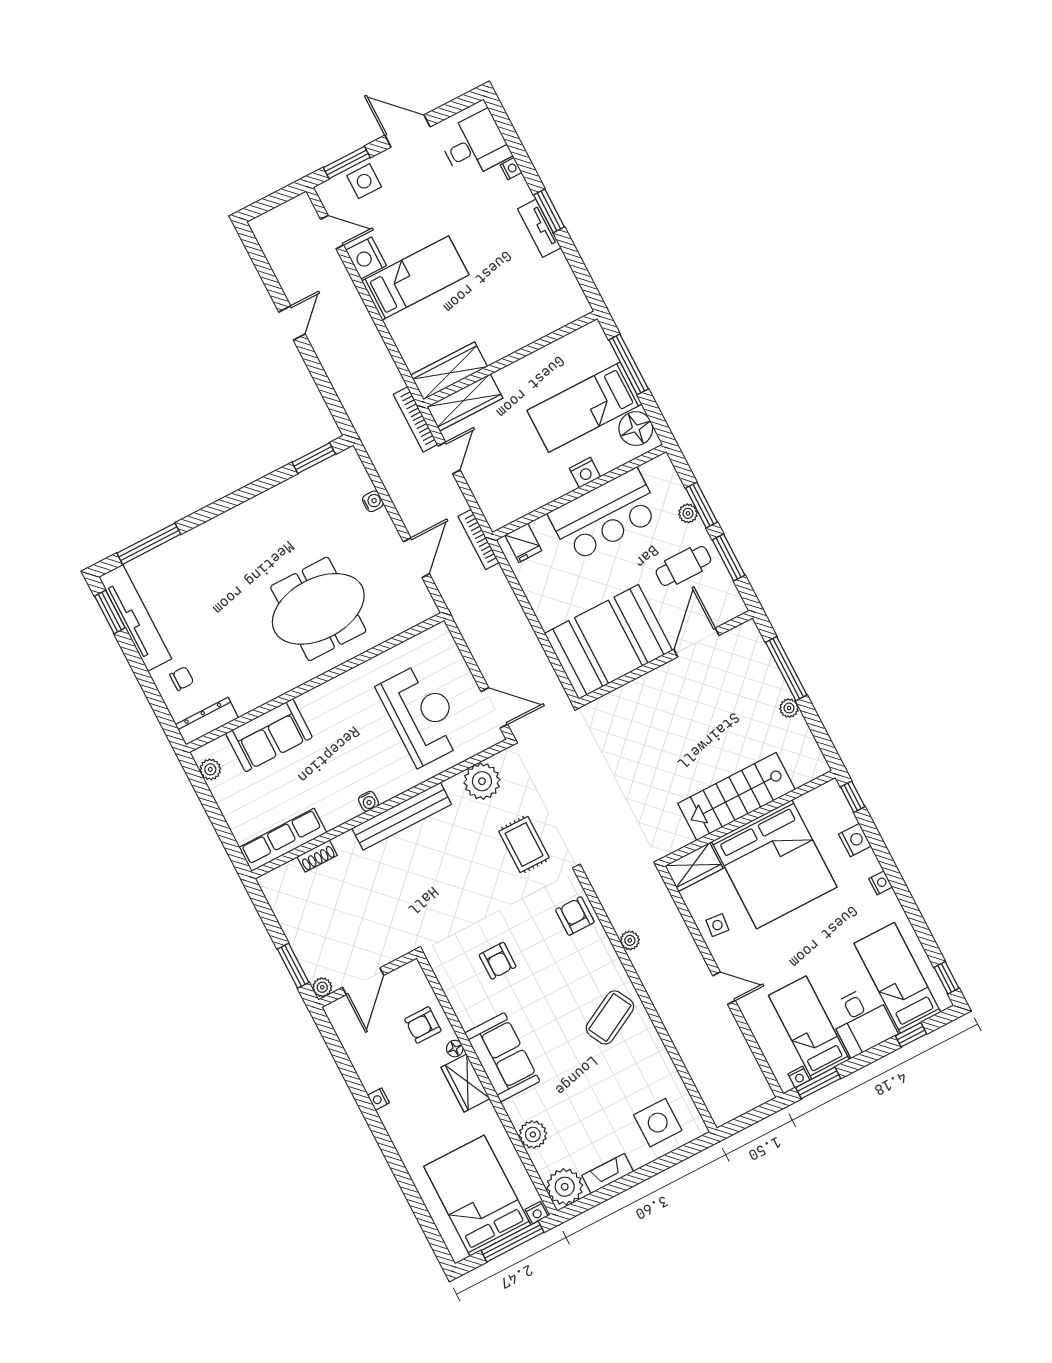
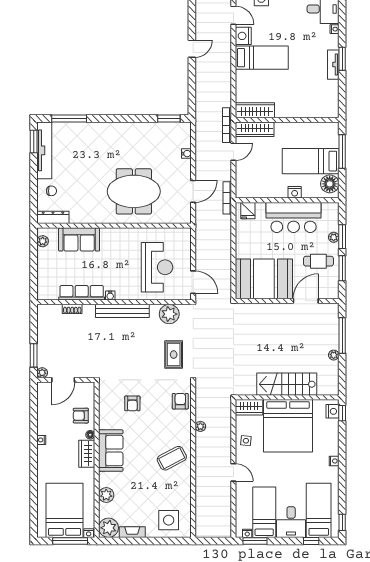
row of seats: (283, 840) -> (82, 293), moved
nightstand: (855, 840) -> (332, 411), moved

